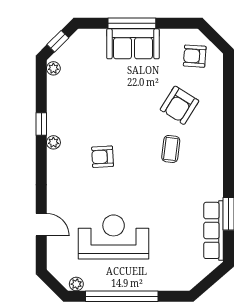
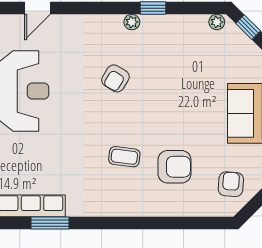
armchair: (179, 105) -> (175, 167), turned 148
armchair: (103, 157) -> (115, 78), turned -146

